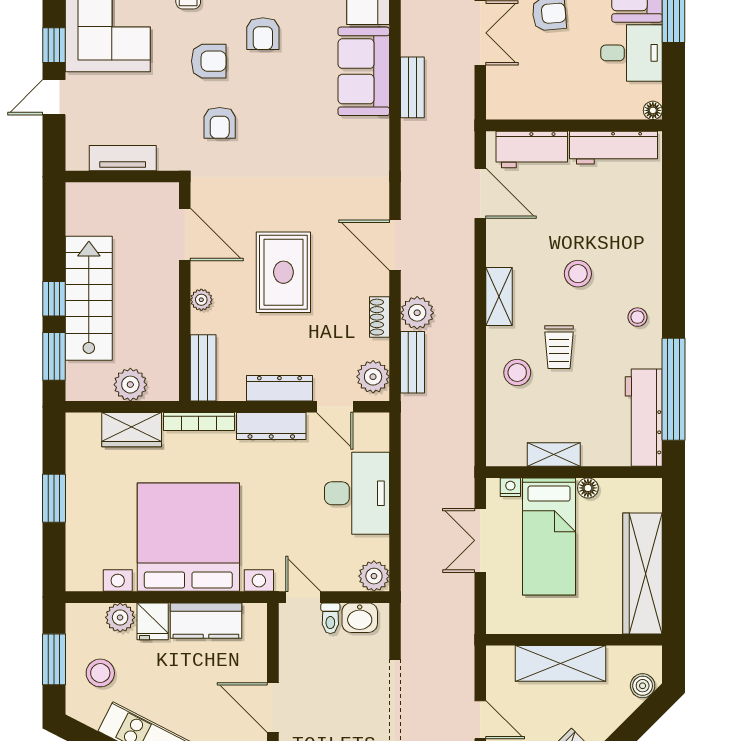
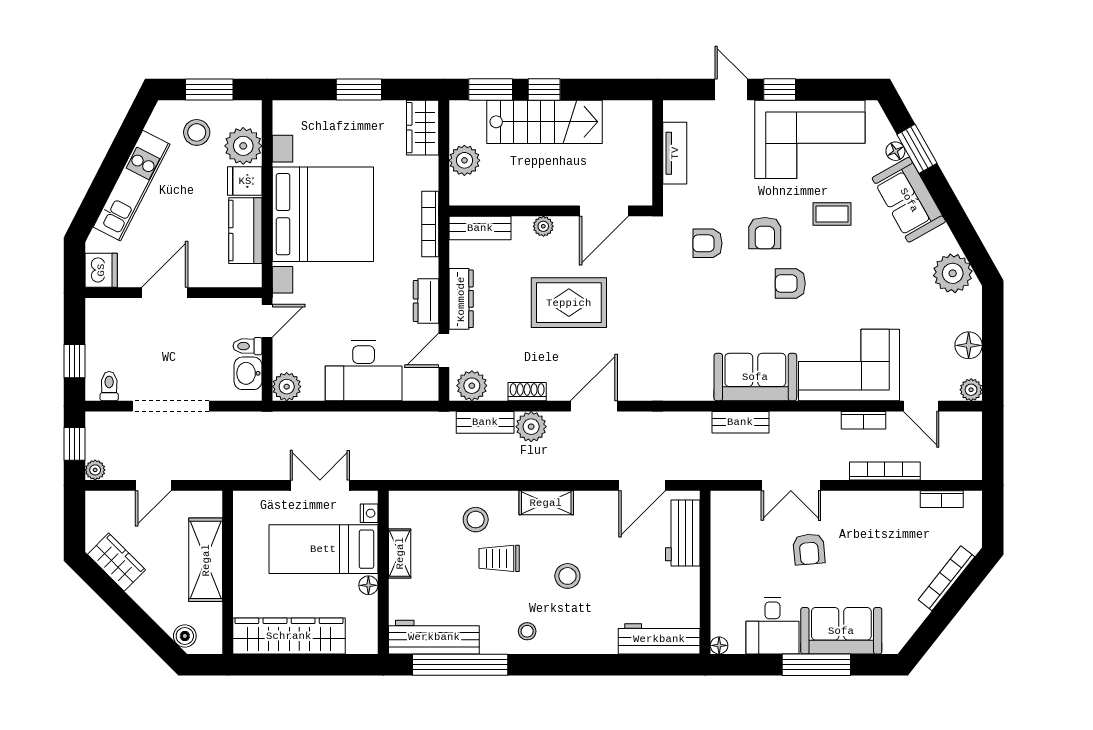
workbench: (613, 148) -> (659, 639), moved, turned 90
dresser: (271, 426) -> (426, 301), width x0.70
wardrobe: (132, 430) -> (423, 128), moved
plant: (120, 617) -> (243, 146), width x1.36, depth x1.36

